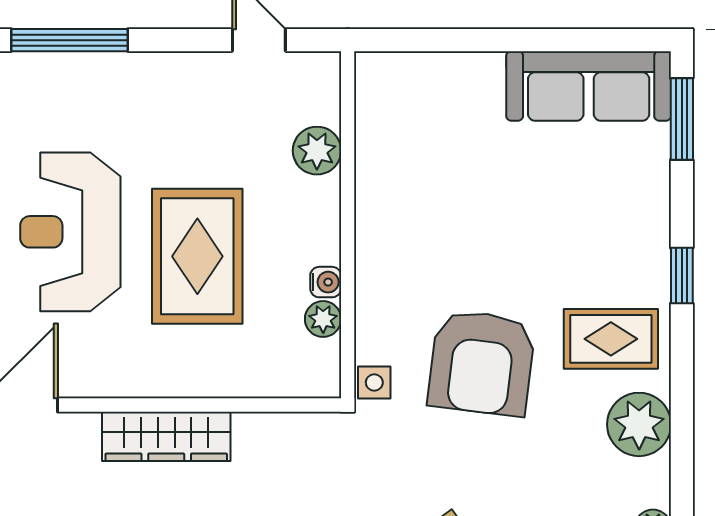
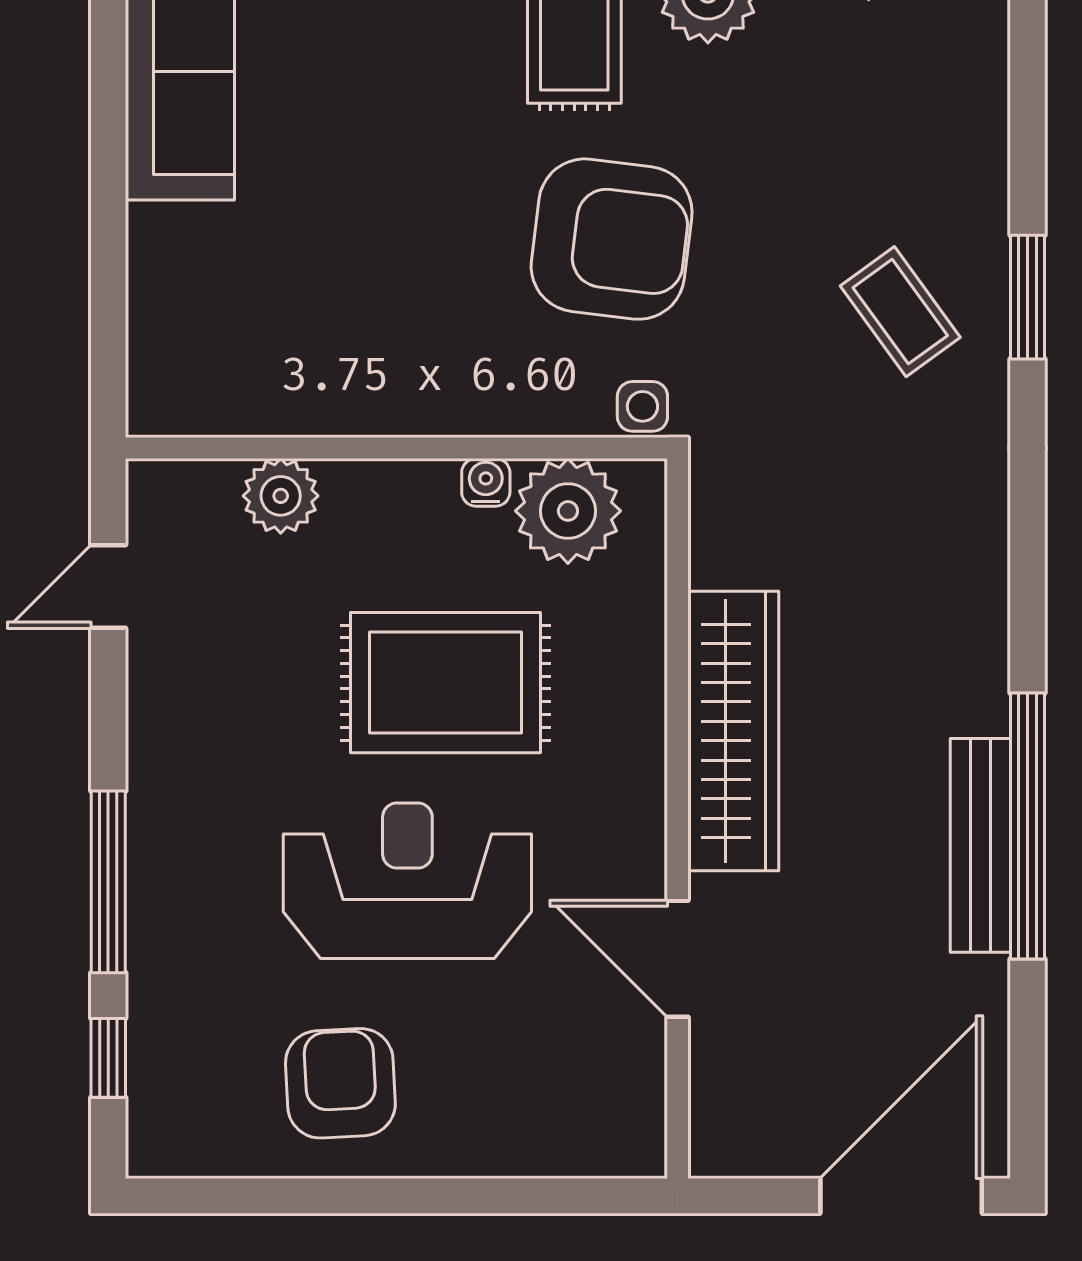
reception desk: (70, 232) -> (407, 881), turned 180
plant: (323, 319) -> (568, 511), width x1.88, depth x1.88
wardrobe: (166, 436) -> (733, 731), width x1.40, depth x1.17

